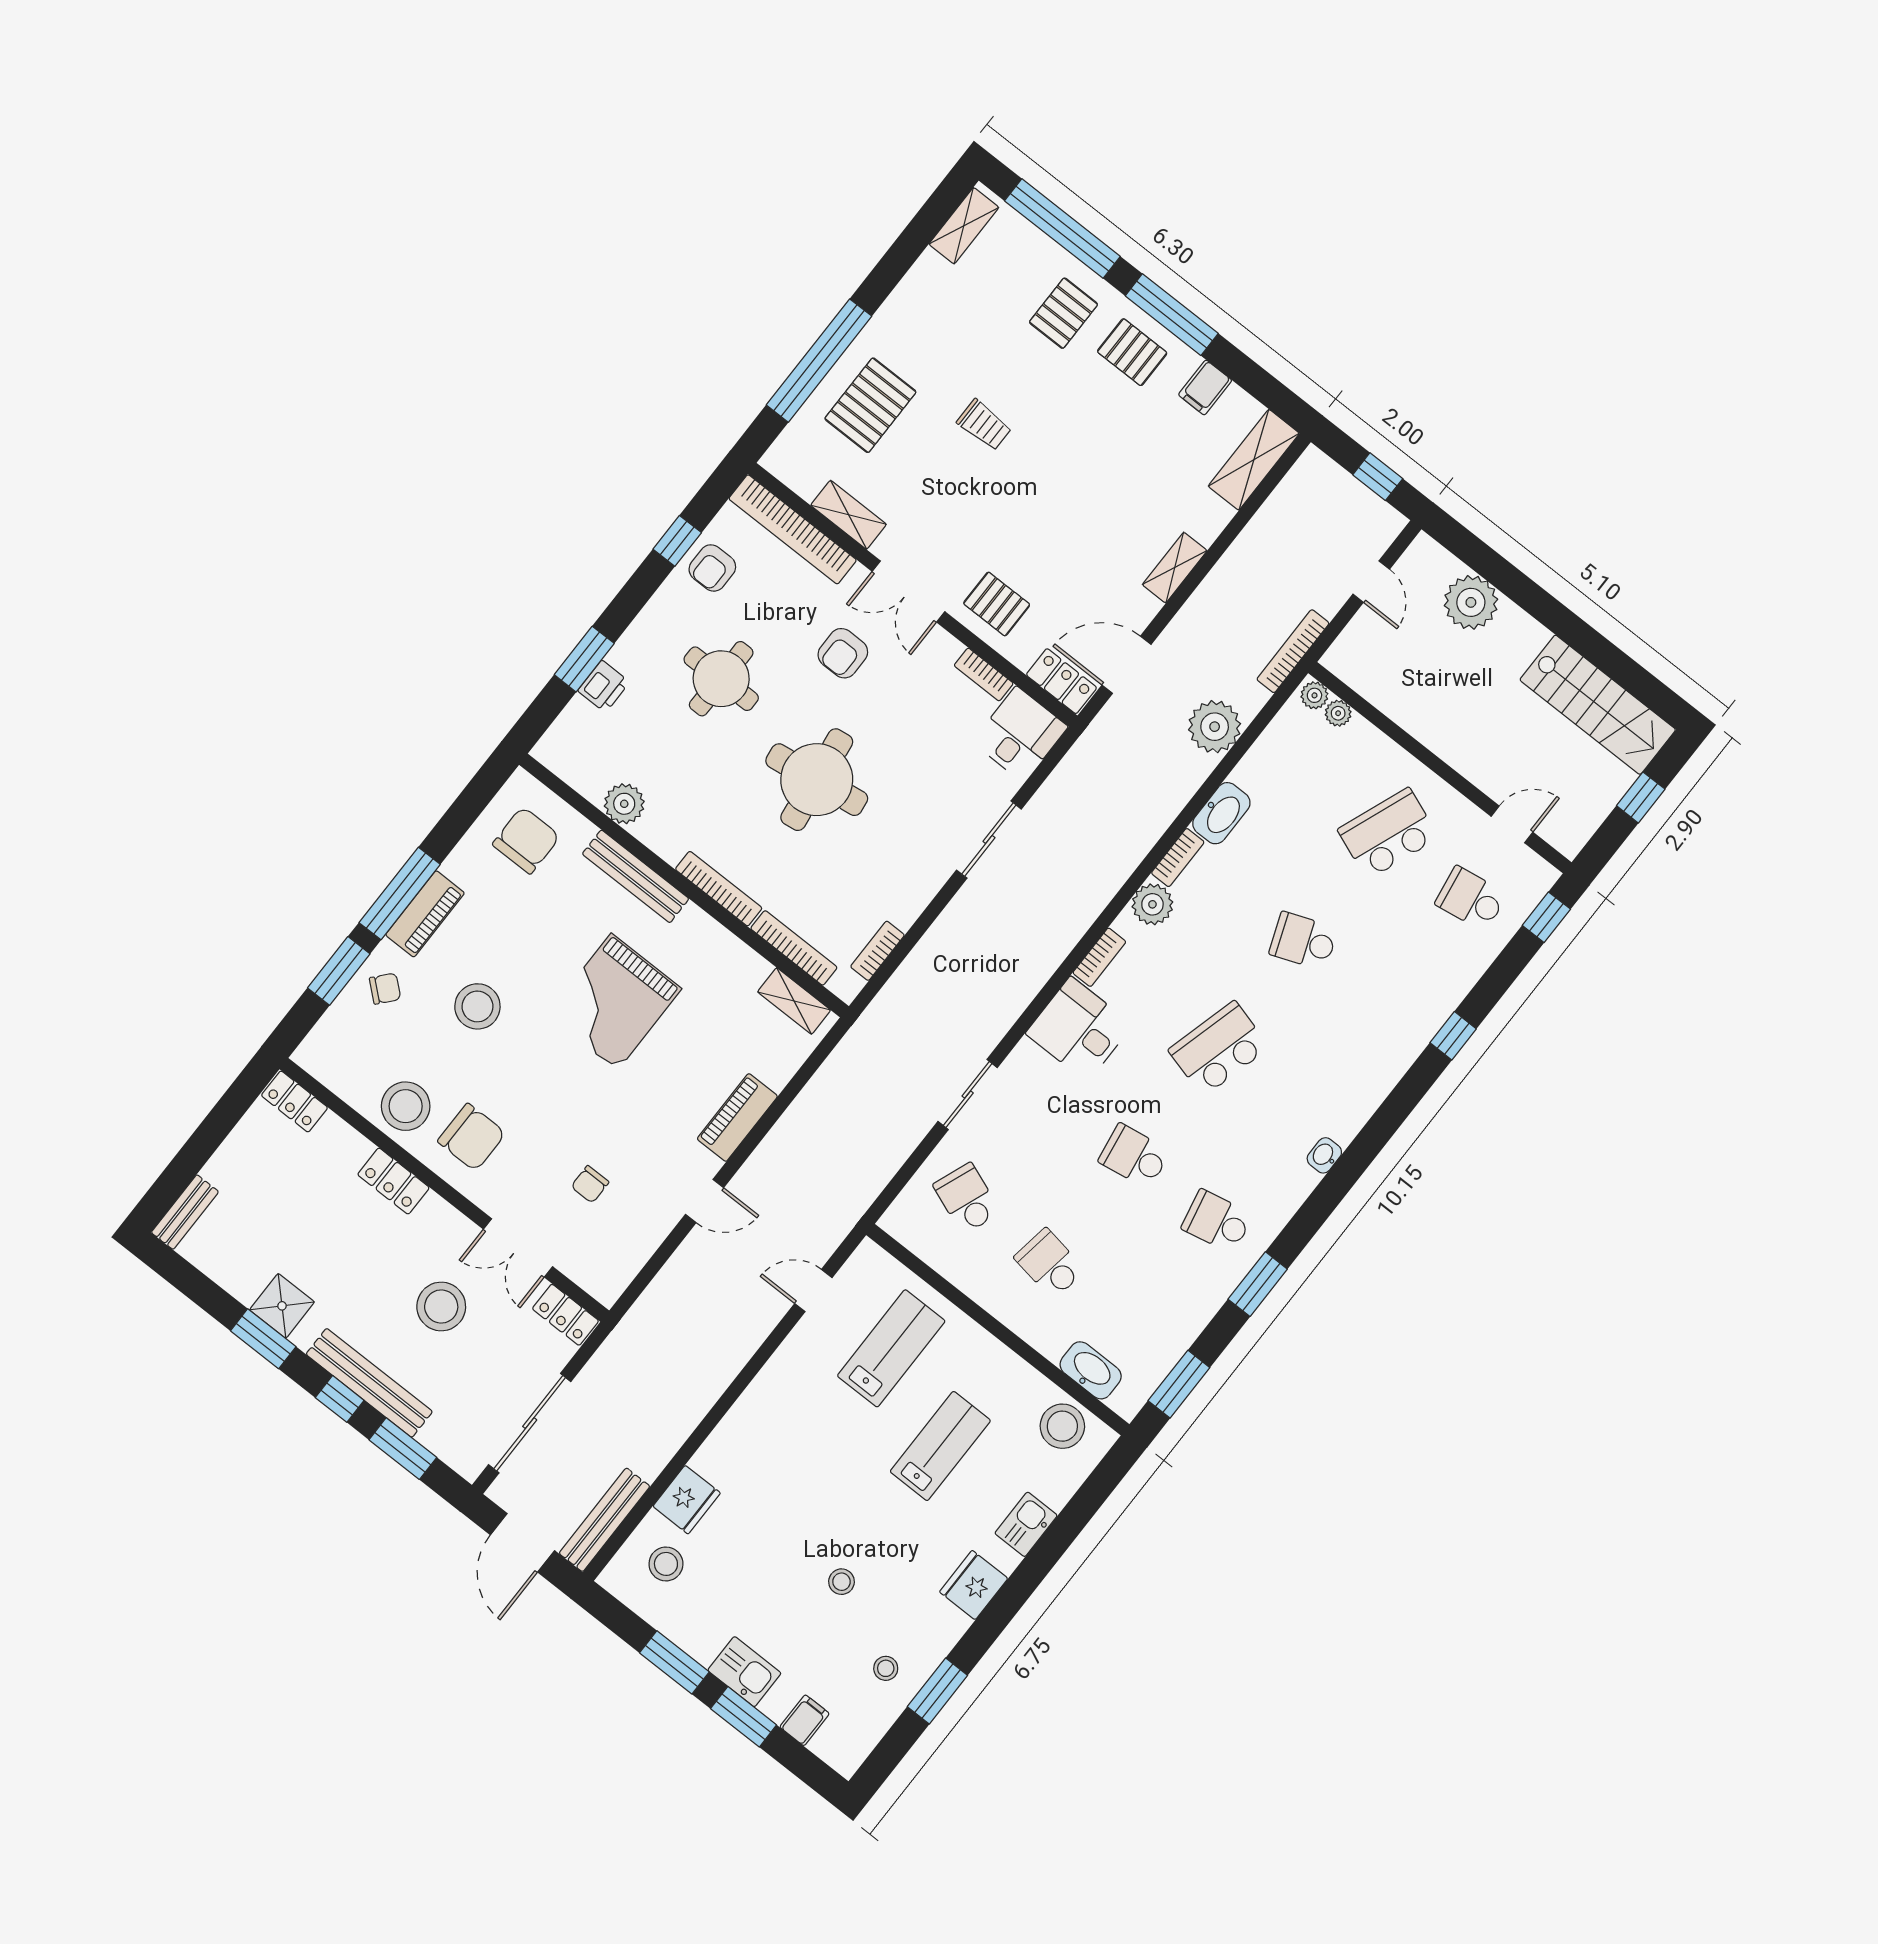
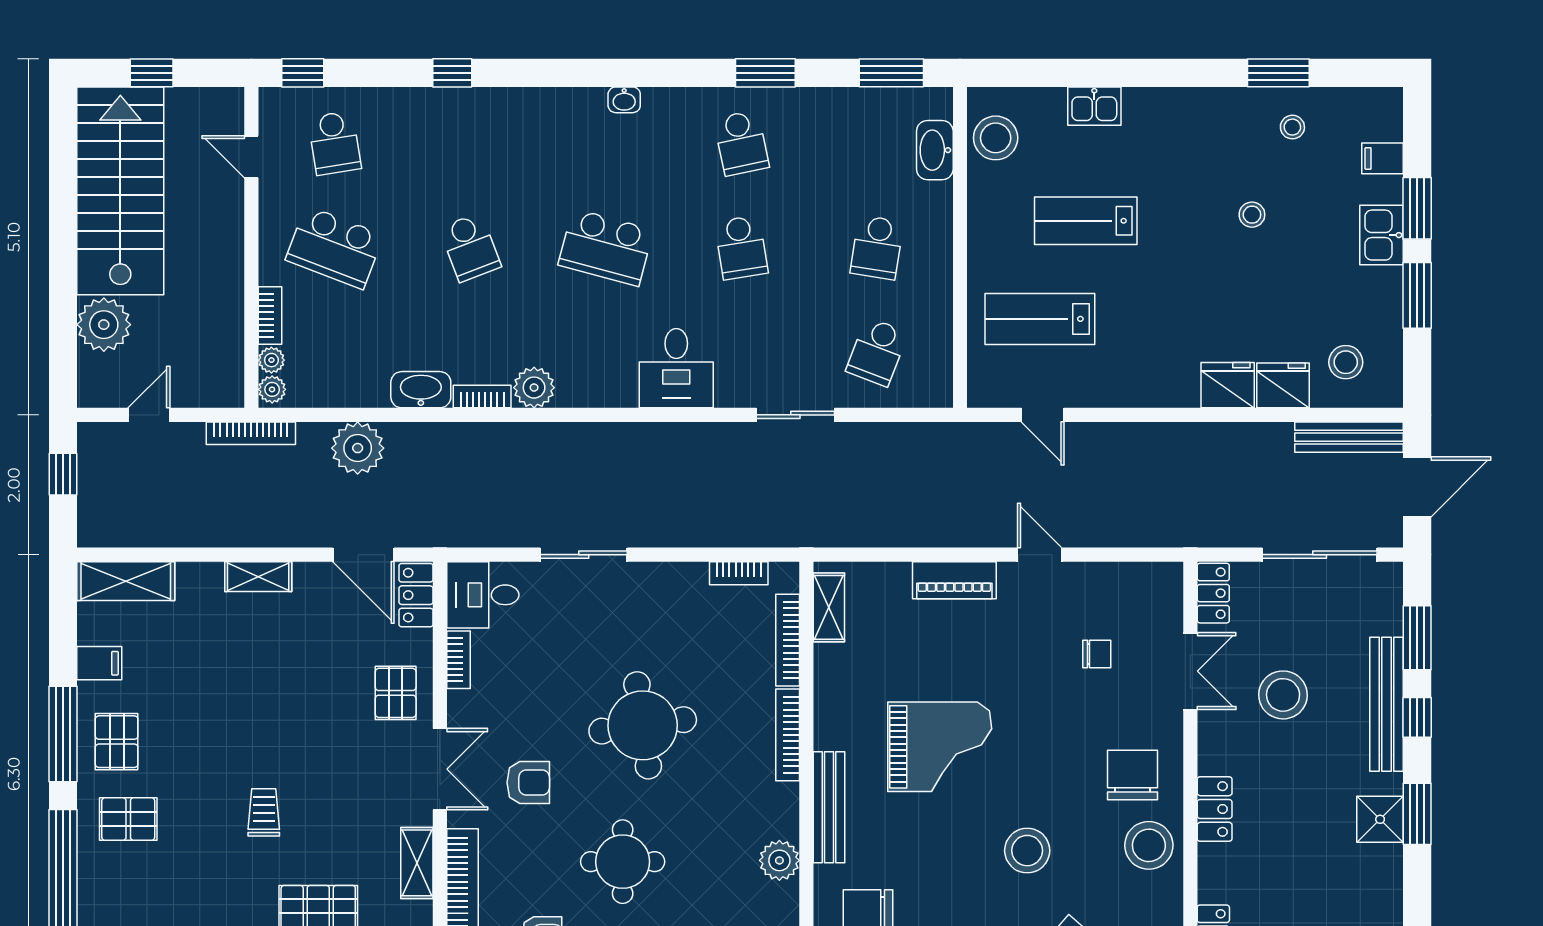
stairs: (1598, 705) -> (120, 191), width x1.36, depth x1.51
bookcase: (1099, 957) -> (270, 315), moved, turned 90
fridge: (974, 1585) -> (1228, 385), moved, turned 180

